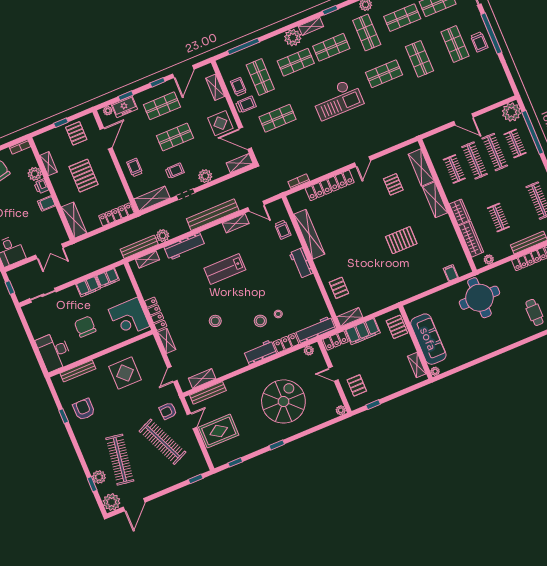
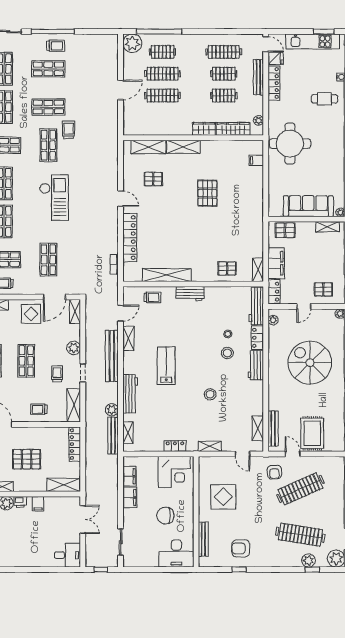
trolley: (246, 105) -> (69, 130), moved
clothes rail: (454, 169) -> (224, 74), moved
lab bench: (225, 269) -> (166, 366), turned 180
locker: (156, 314) -> (175, 446), width x0.66

